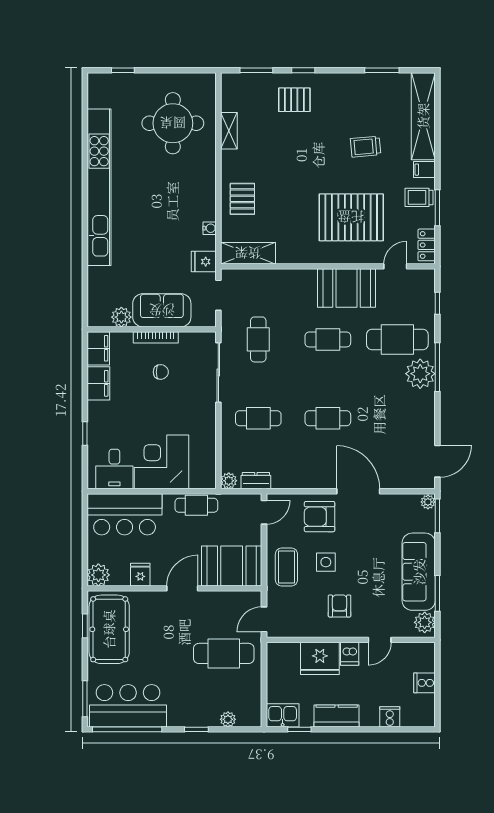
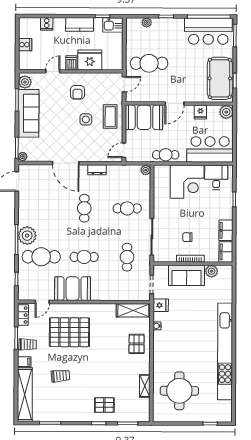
cafe table: (328, 418) -> (84, 208), turned 90
dresser: (256, 481) -> (97, 170), moved
armchair: (320, 517) -> (90, 148), removed

